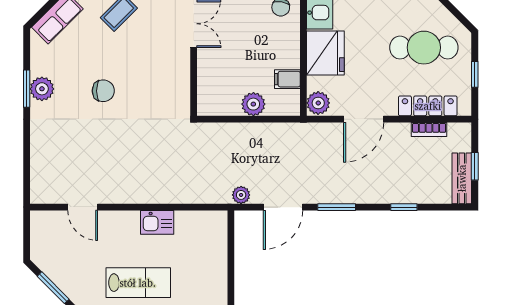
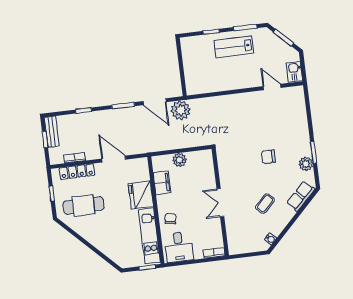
filing cabinet: (287, 79) -> (162, 183), width x2.00
plant: (42, 89) -> (306, 164), moved
plant: (318, 103) -> (141, 165), removed
door: (364, 119) -> (114, 159), hinge flipped
plant: (241, 195) -> (181, 110), width x1.87, depth x1.87
door: (283, 207) -> (155, 102), swing flipped
kitchen sink: (157, 222) -> (294, 72), moved, turned -90

